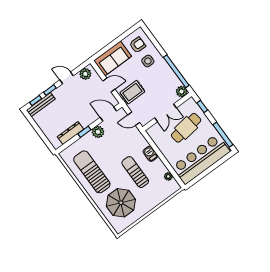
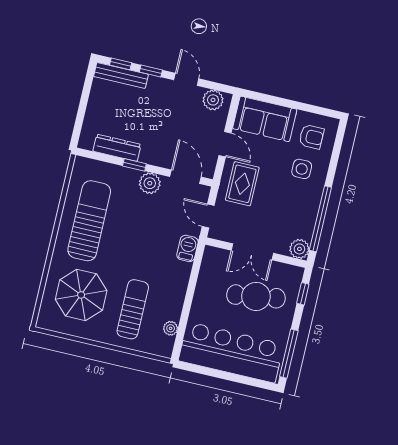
rug: (132, 92) -> (242, 184), turned 90
barbecue: (150, 154) -> (187, 248), moved
sun lounger: (135, 172) -> (133, 309), moved

